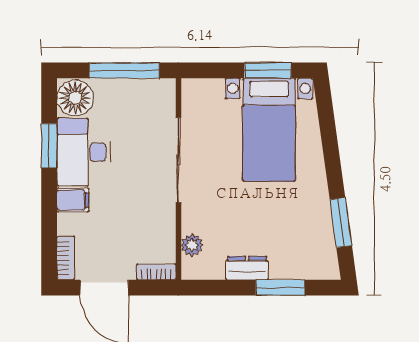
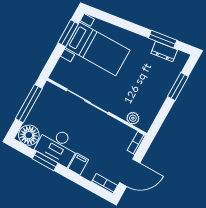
dresser: (247, 268) -> (164, 52), moved, turned -98

